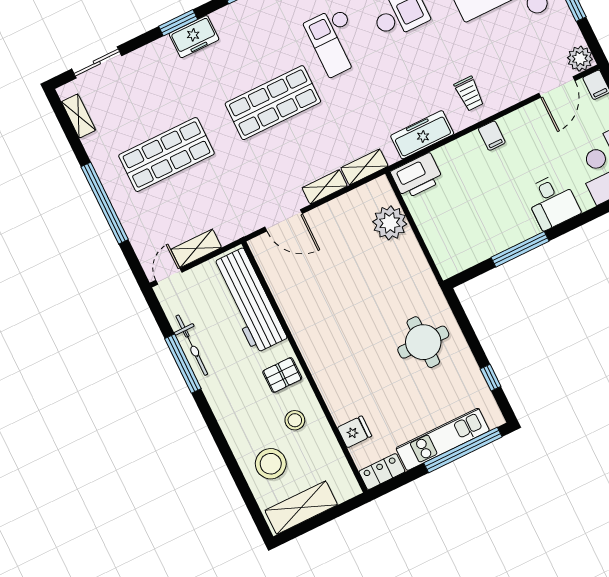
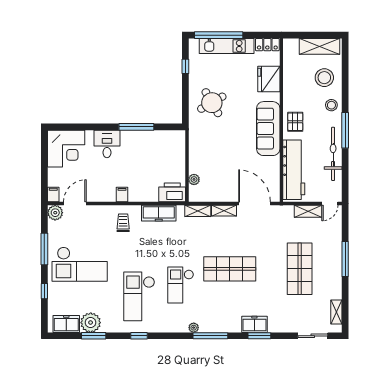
checkout: (335, 42) -> (181, 285), turned 180
shop shelf: (166, 155) -> (300, 269), turned 90
window: (105, 203) -> (345, 259), width x0.68
door: (284, 220) -> (255, 204), width x1.36
plant: (390, 223) -> (194, 179), width x0.53, depth x0.53
round table: (423, 342) -> (212, 103), turned -30
bicycle: (192, 345) -> (333, 154), width x1.37, depth x1.40
sofa: (318, 345) -> (268, 129), added
window: (183, 364) -> (345, 130), moved
pallet: (282, 375) -> (295, 122), turned 90
stool: (295, 420) -> (331, 105), moved
fridge: (354, 432) -> (269, 79), width x1.88, depth x1.34

